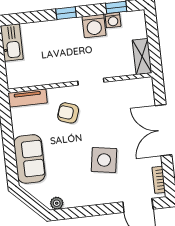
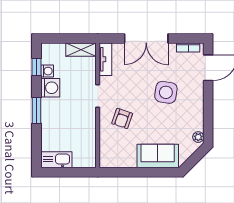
window: (66, 13) -> (36, 110), width x1.50
tv unit: (28, 98) -> (105, 59), moved

